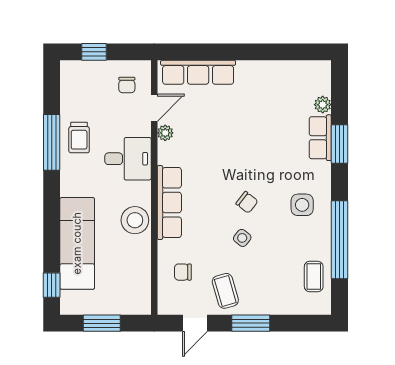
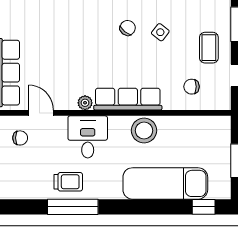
plant: (165, 133) -> (85, 103), moved
chair: (183, 272) -> (192, 87), turned 90
coffee table: (225, 291) -> (209, 48), turned -74

